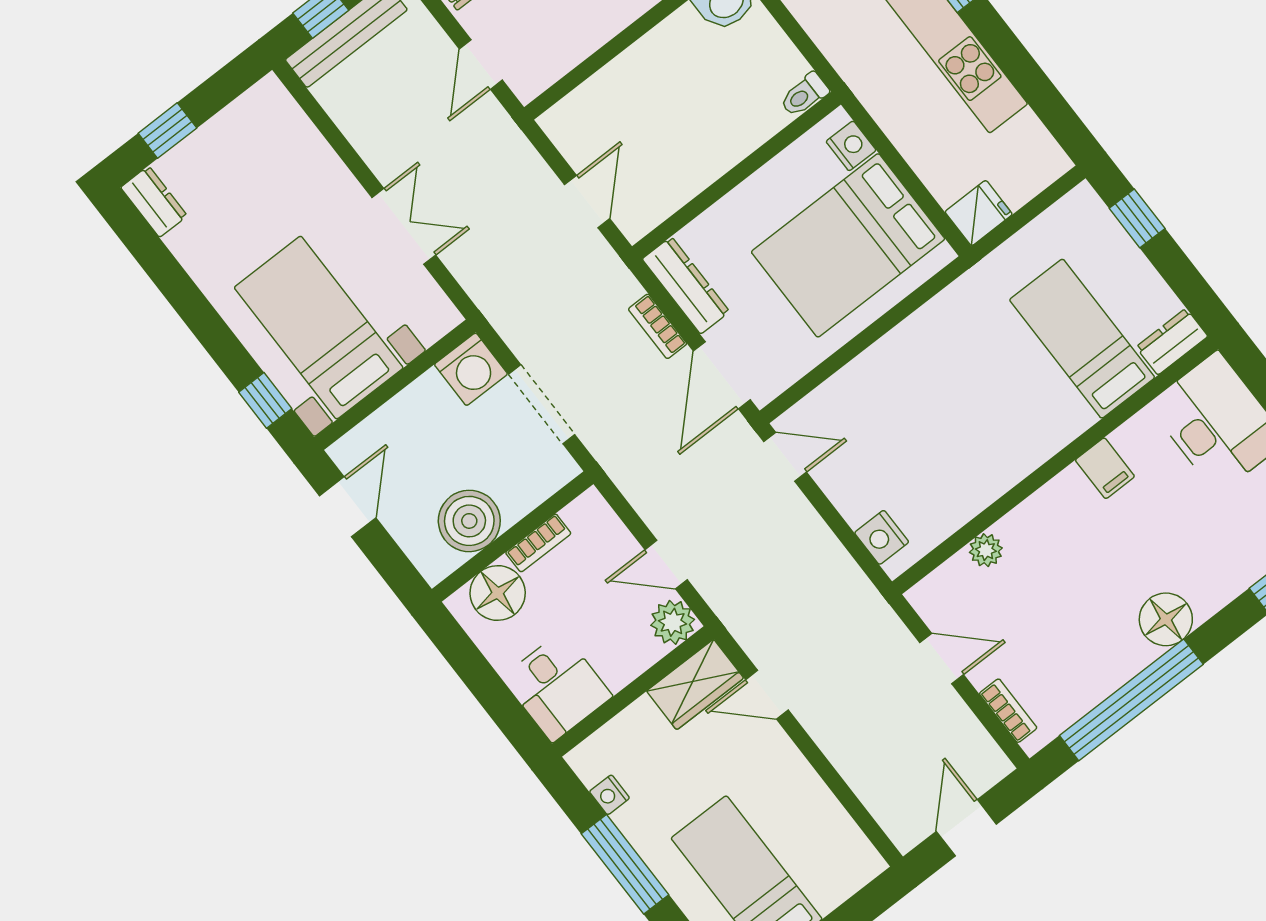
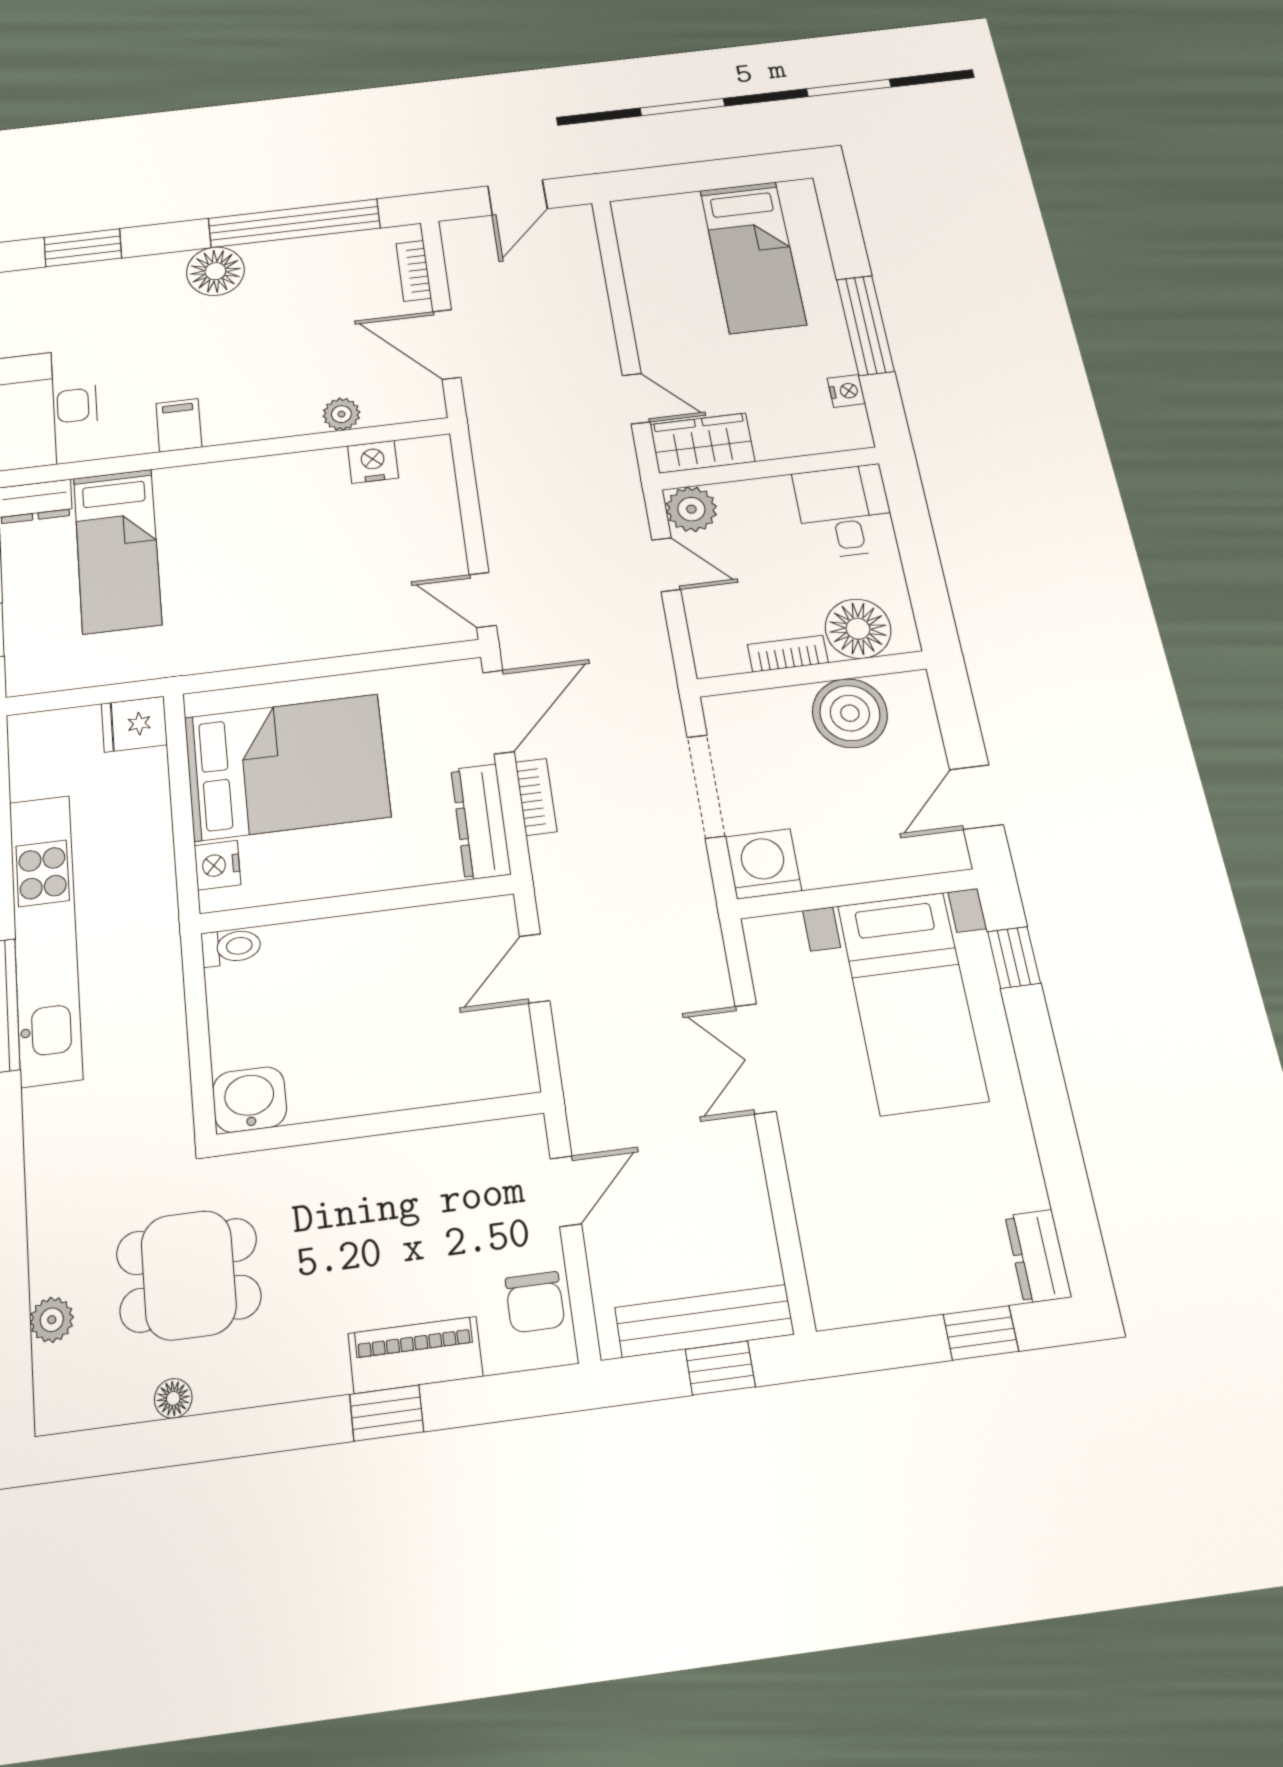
nightstand: (882, 537) -> (373, 462), moved, turned -90
door: (942, 659) -> (447, 344), width x1.38

